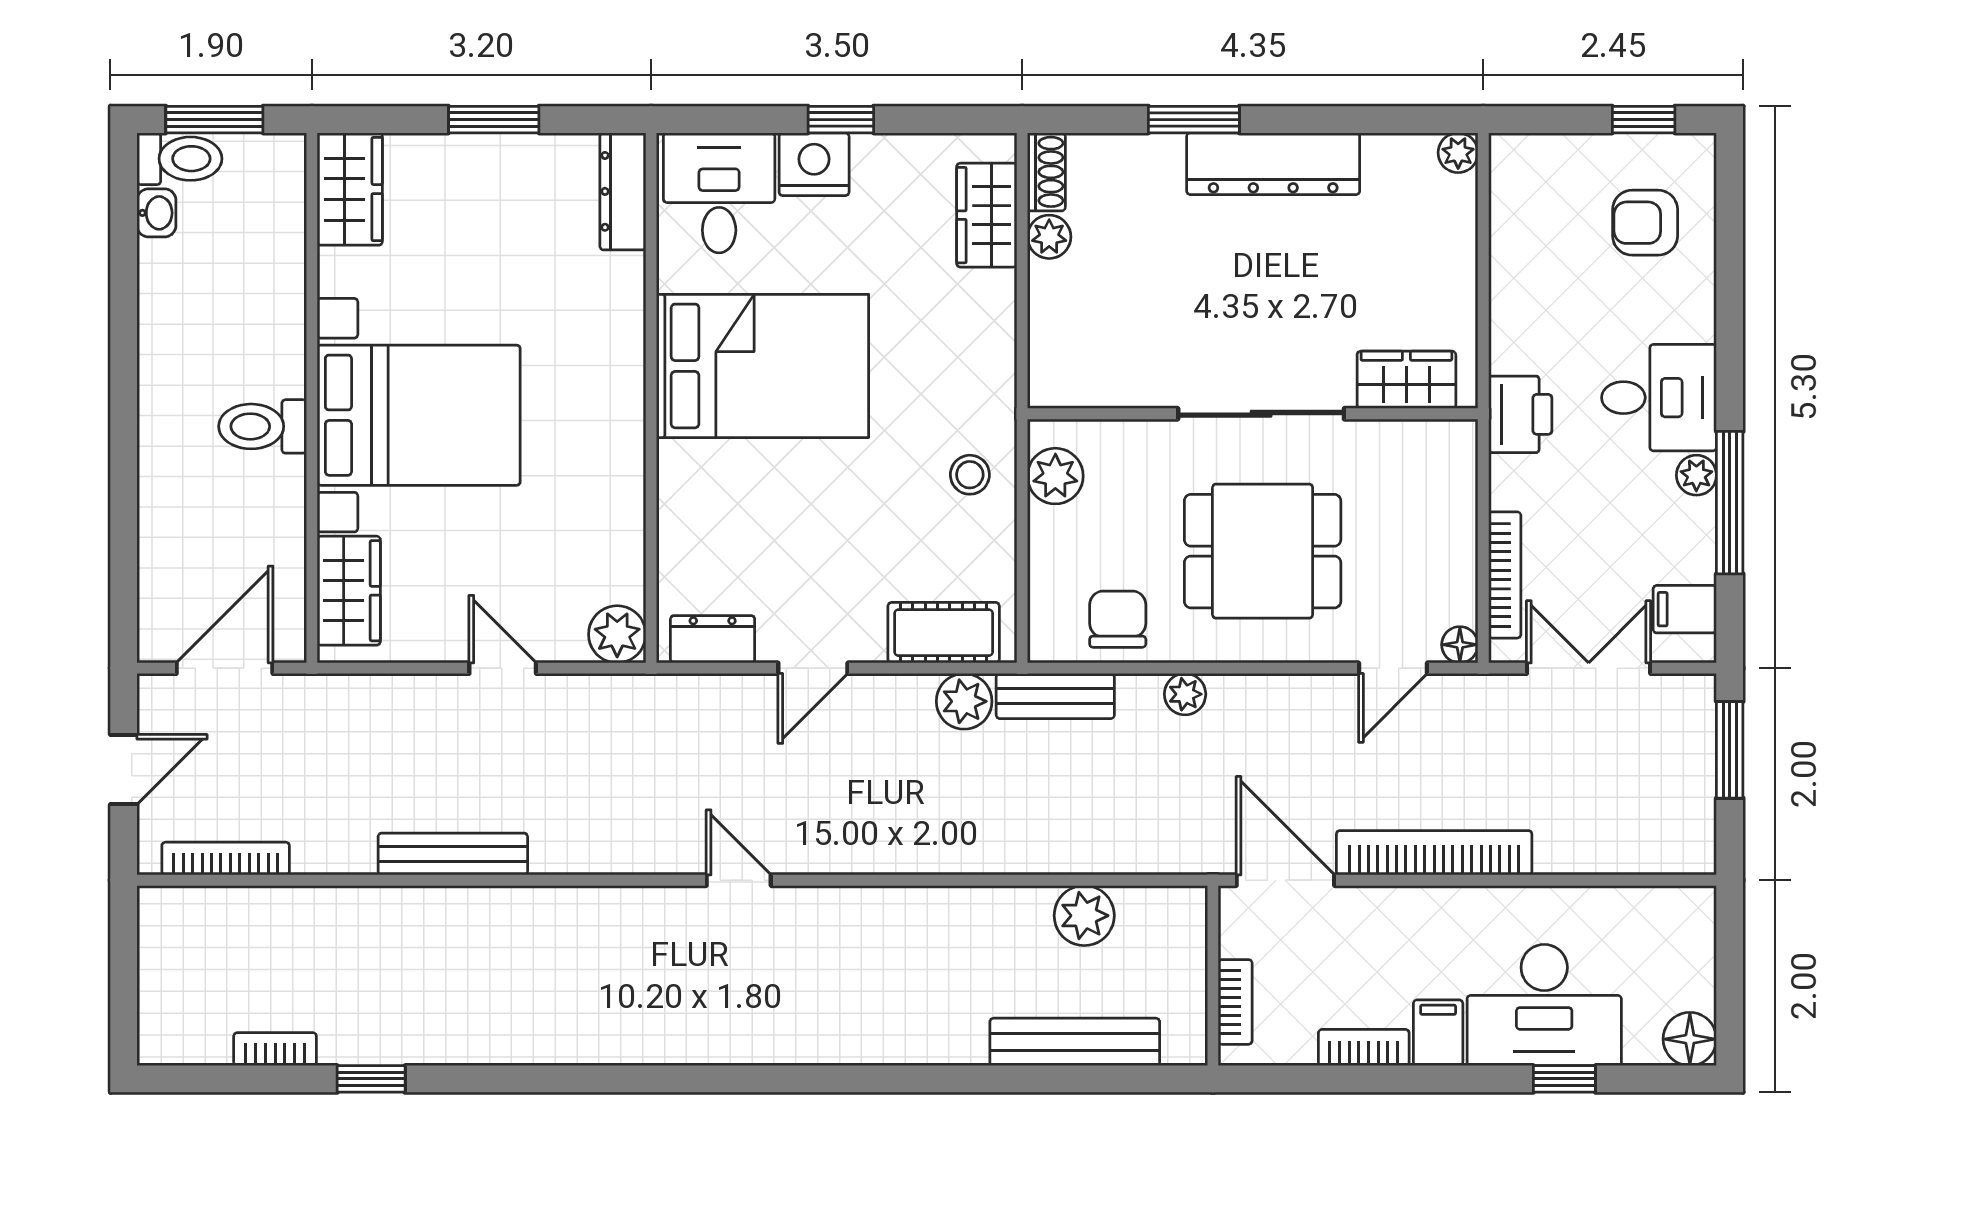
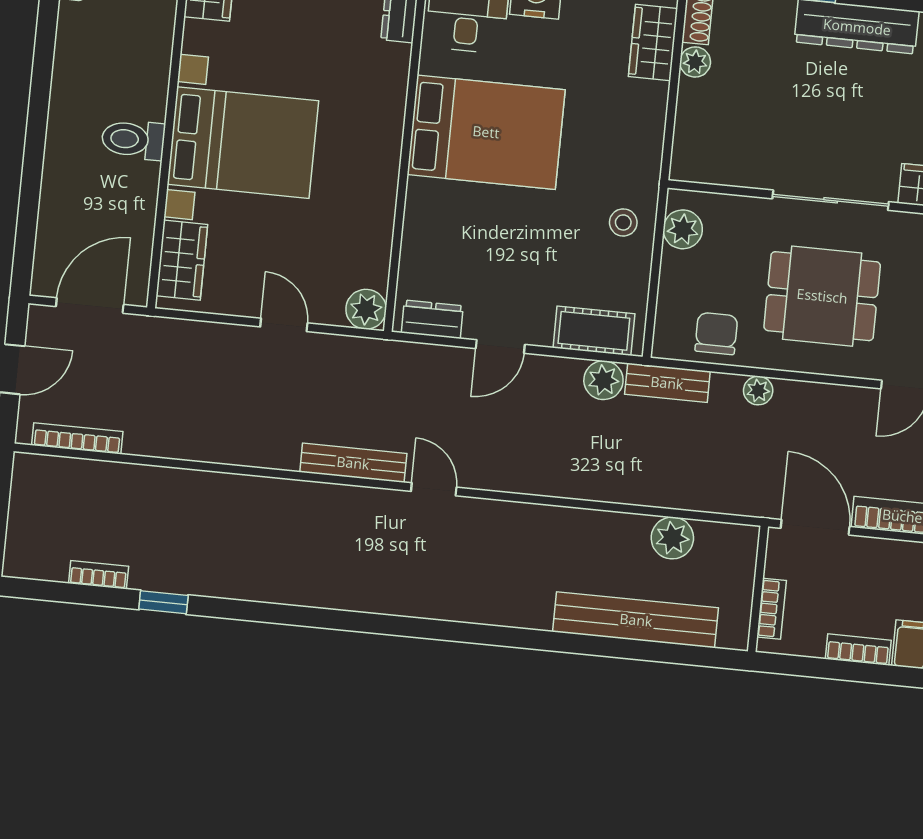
bench: (453, 854) -> (353, 463), moved
bench: (1075, 1042) -> (636, 620), width x1.37, depth x1.21

